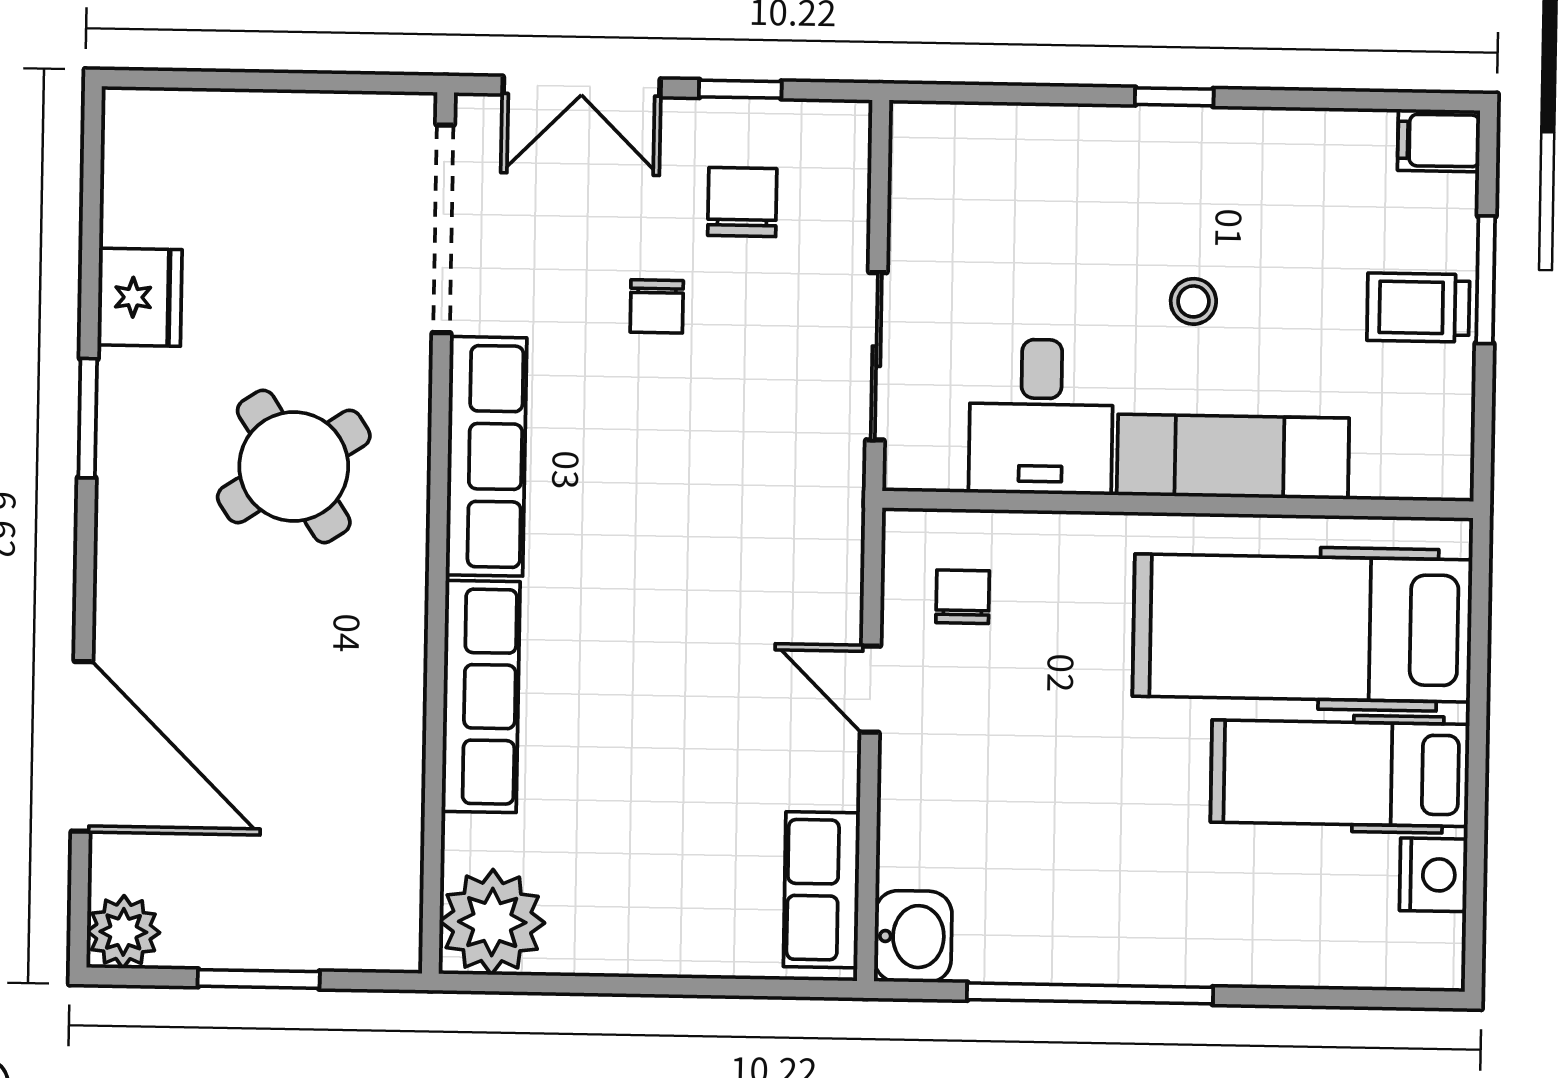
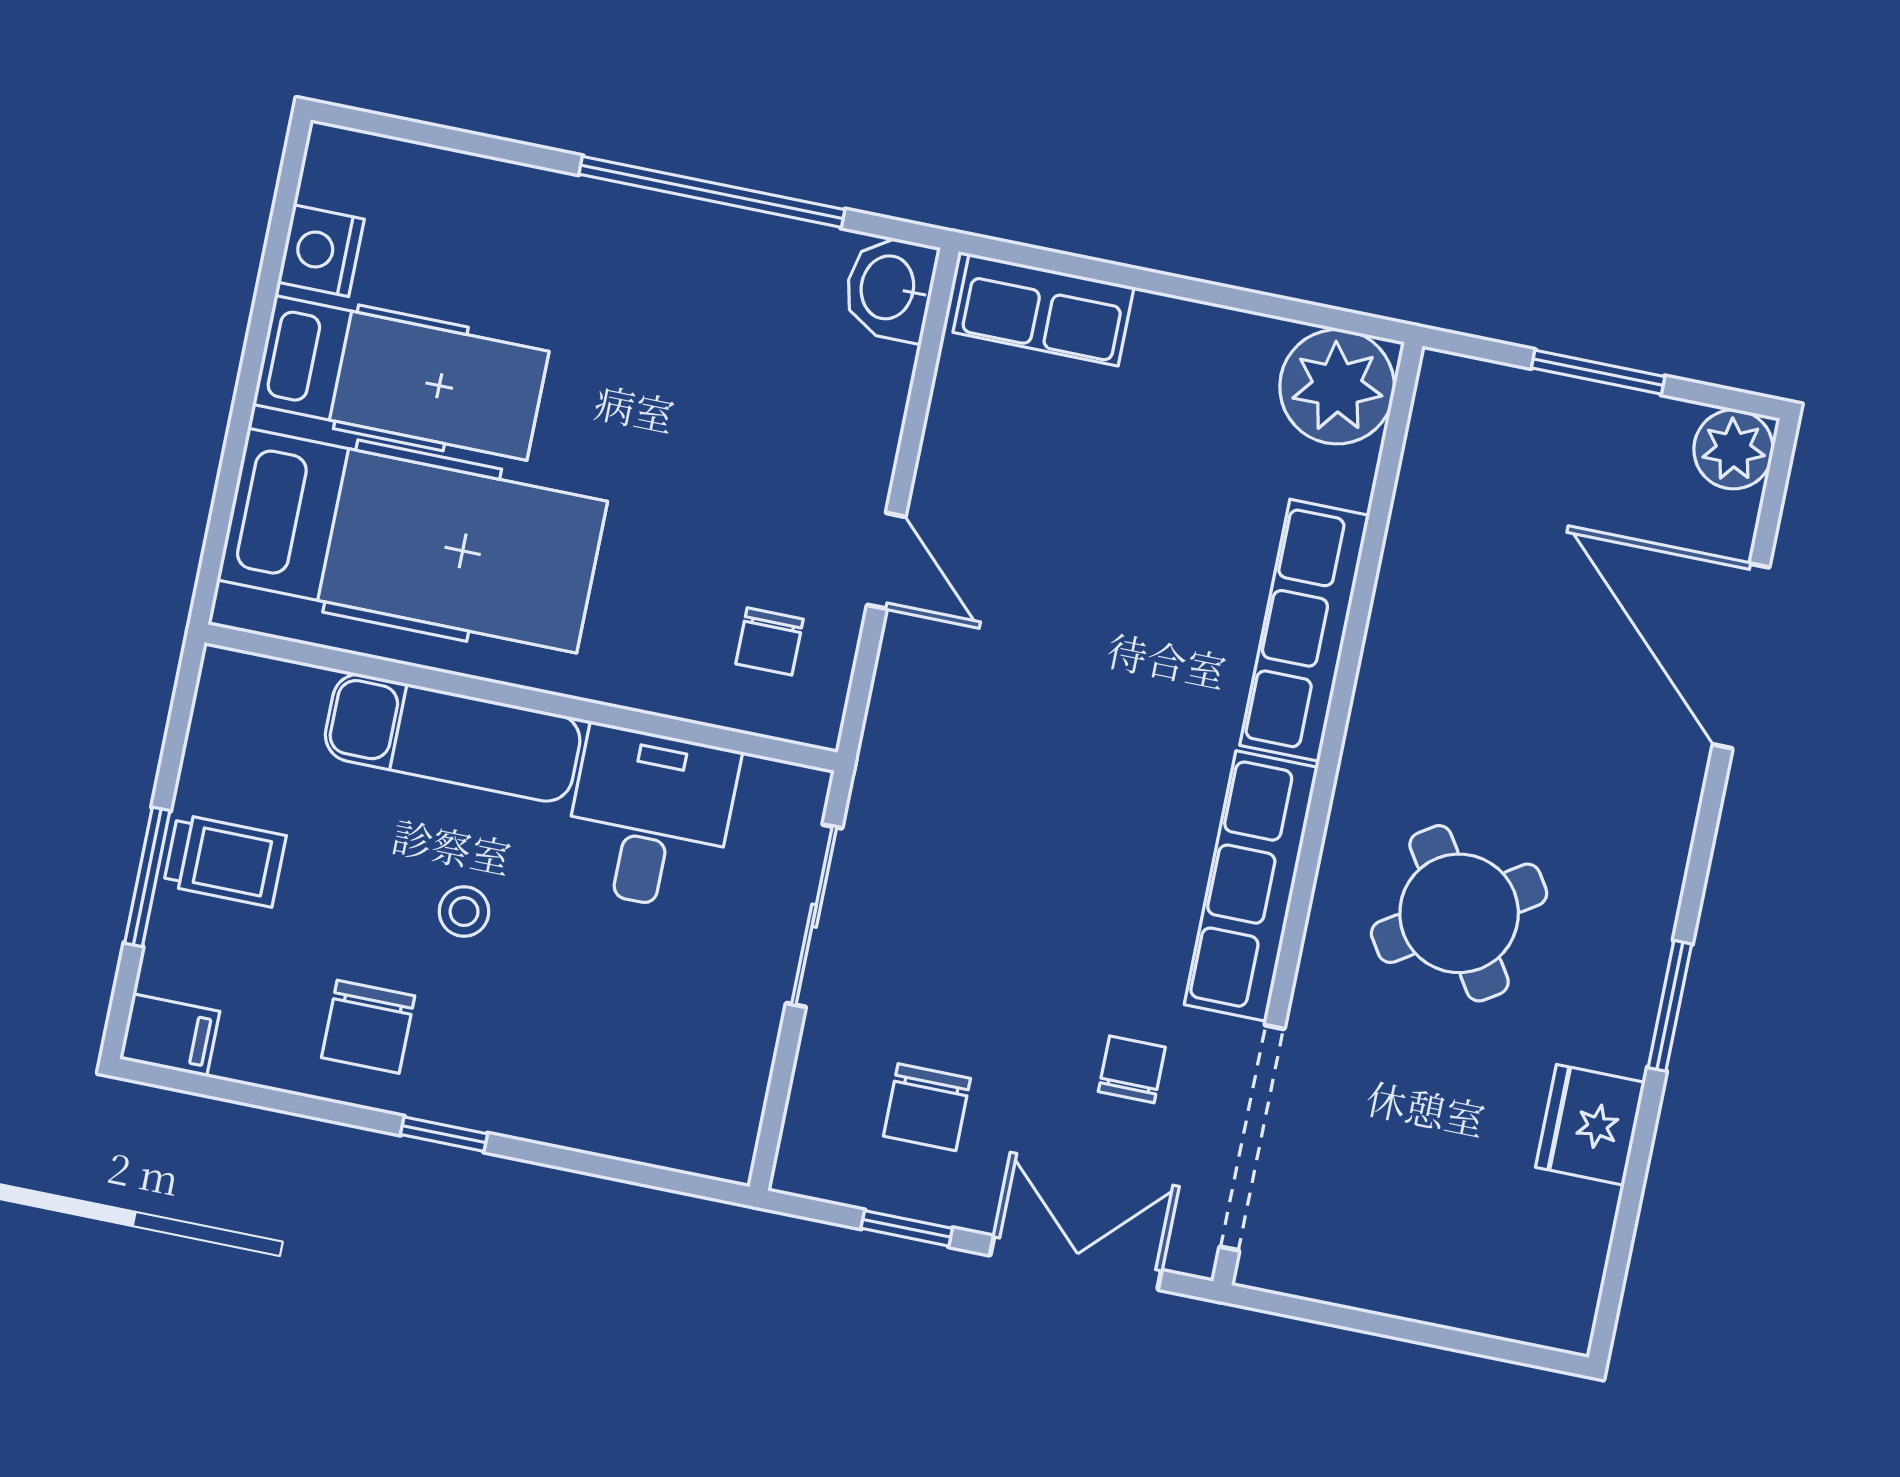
chair: (1261, 181) -> (368, 1027), added
chair: (657, 306) -> (1132, 1069), moved
row of seats: (822, 890) -> (1044, 310), moved, turned 90

